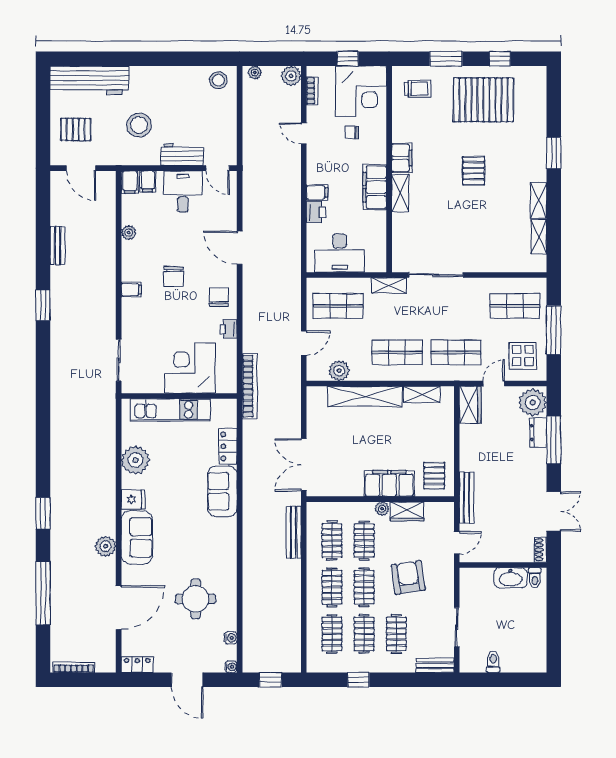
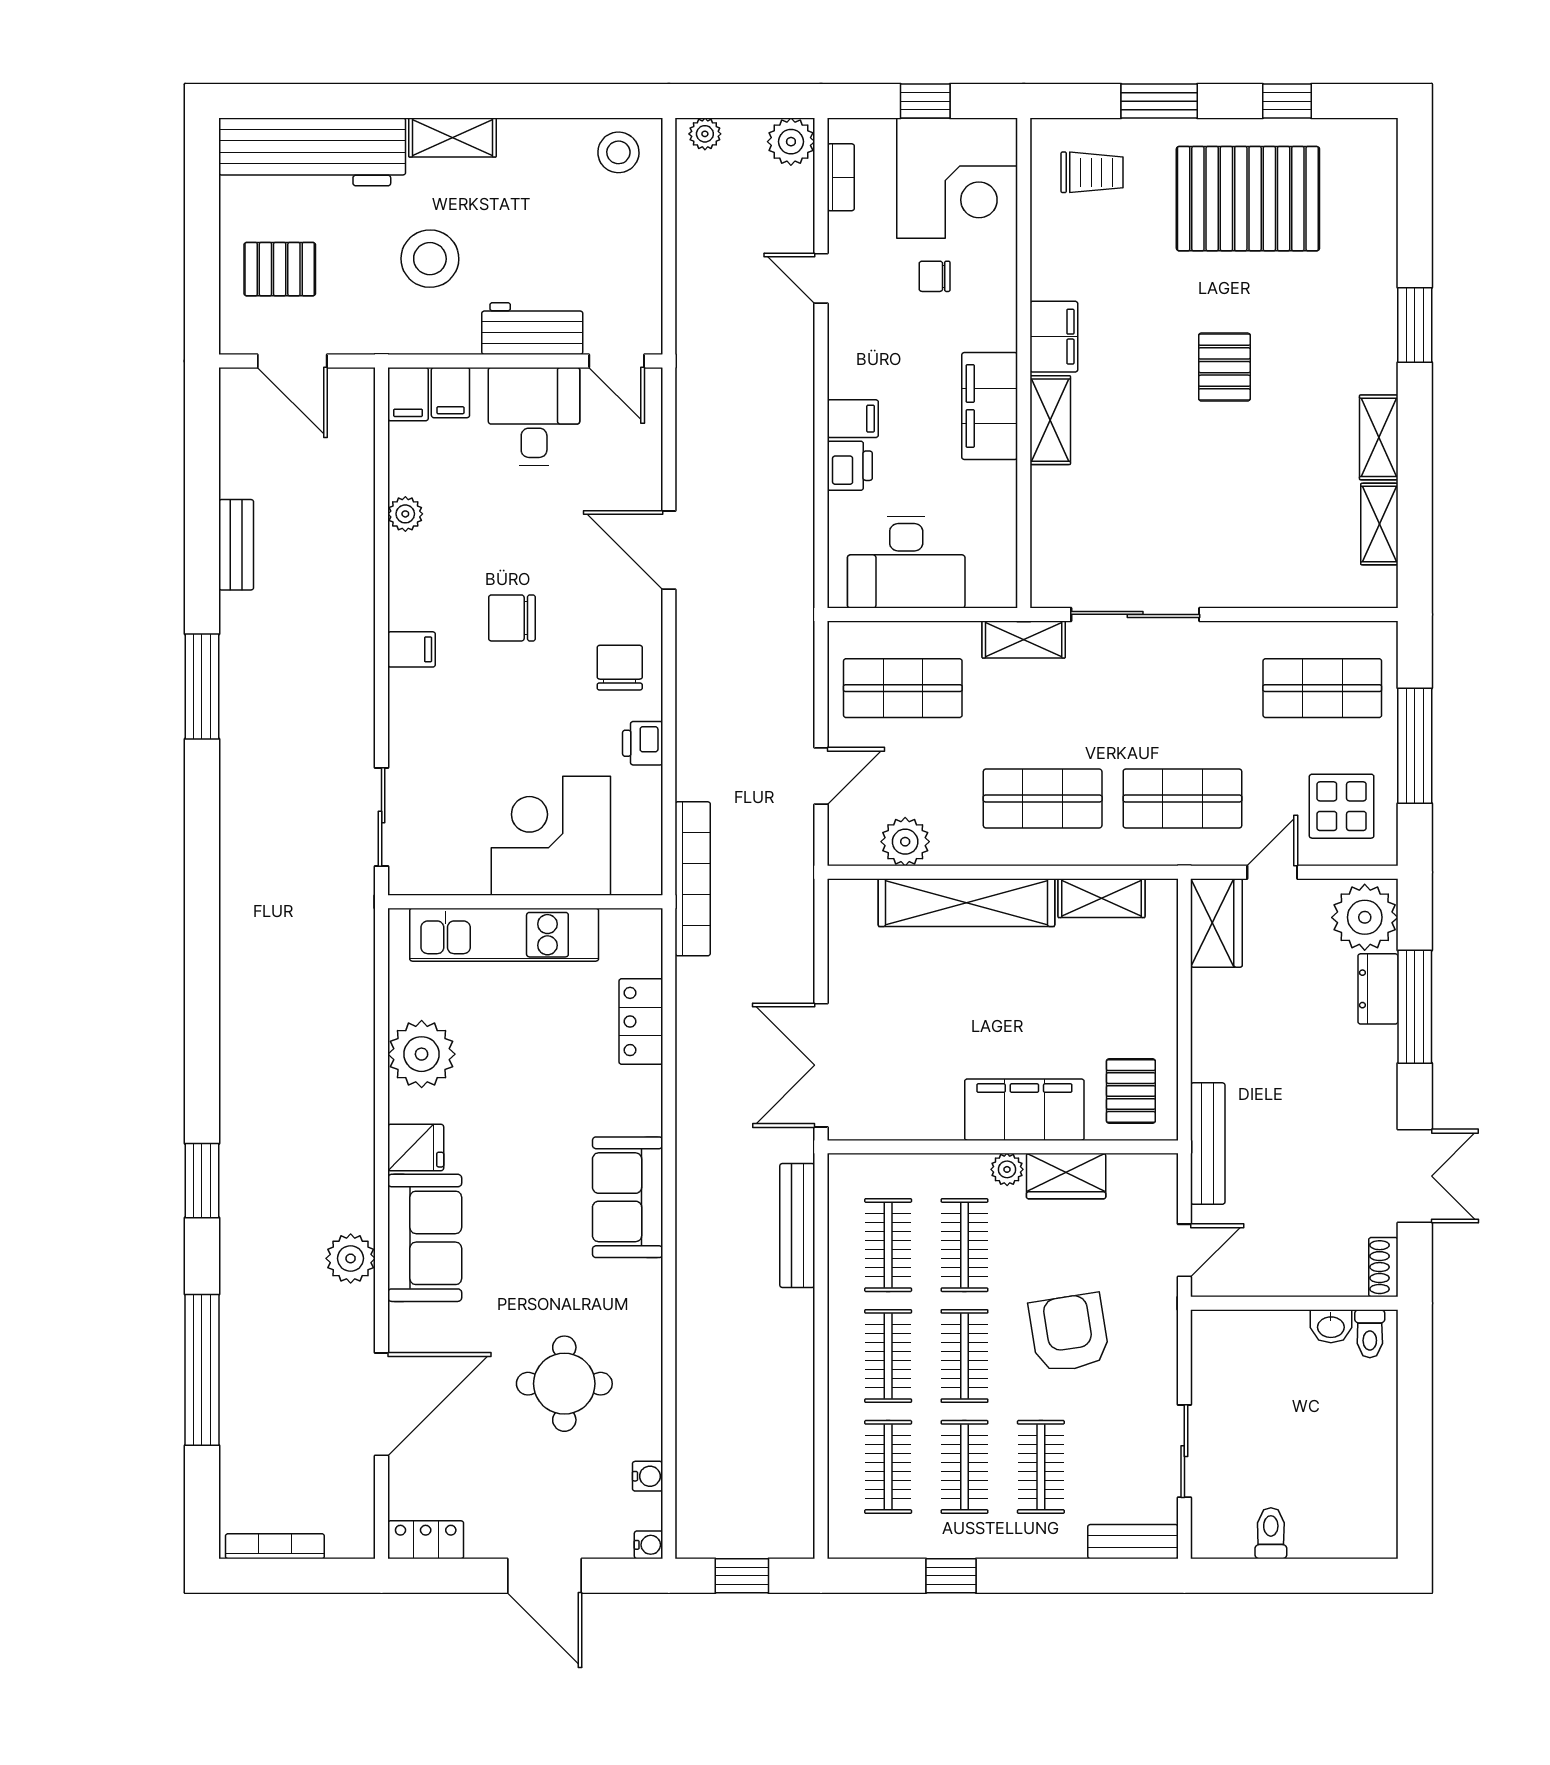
shelving: (148, 74) -> (452, 138), added
chair: (174, 276) -> (512, 618), turned 90
window: (43, 305) -> (202, 687), width x1.44
sofa: (222, 491) -> (628, 1197), moved
washbasin: (510, 578) -> (1331, 1326), width x0.52, depth x0.69

